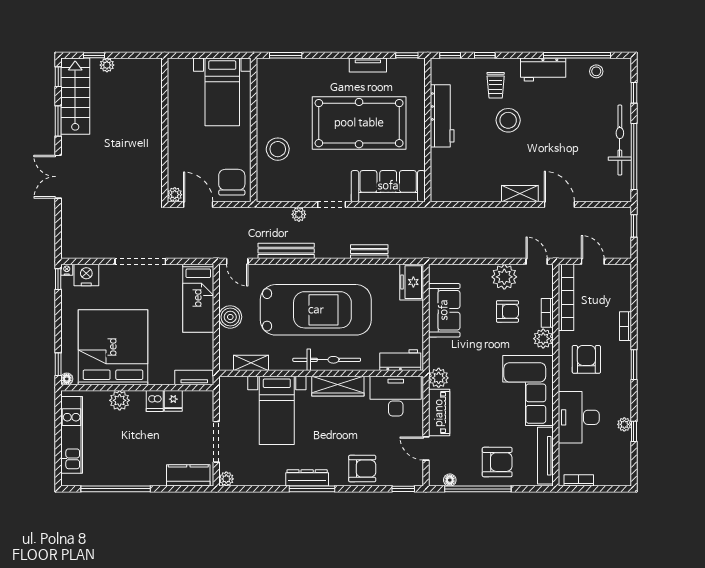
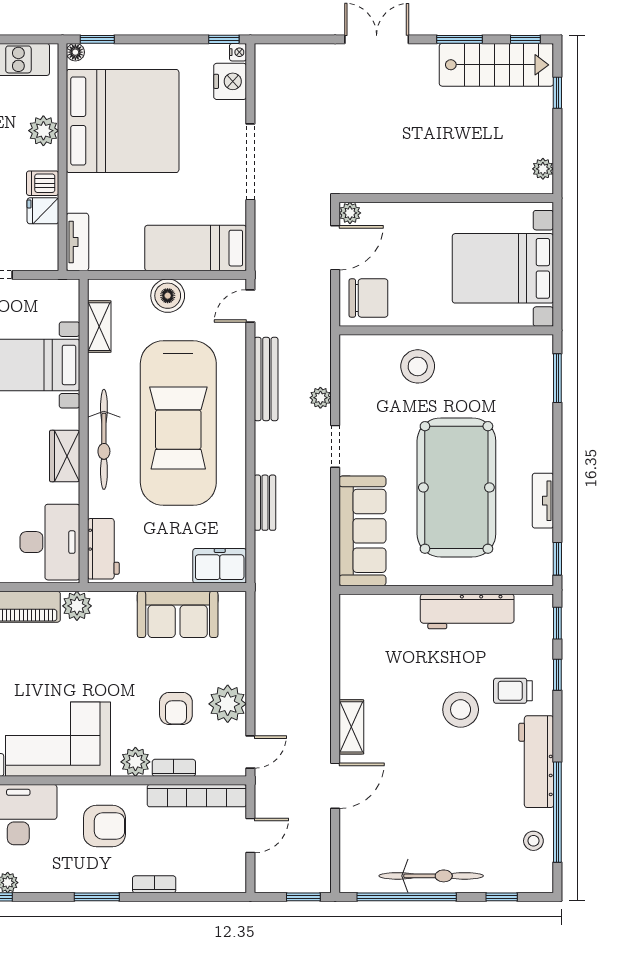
plant: (107, 65) -> (543, 169), moved
workbench: (543, 69) -> (536, 762), width x1.38
bed with nightstands: (222, 92) -> (503, 268), width x1.36
wardrobe: (338, 386) -> (65, 456), width x0.67

